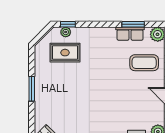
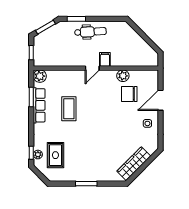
row of seats: (130, 34) -> (39, 105), width x1.48
coffee table: (144, 63) -> (69, 109), moved

